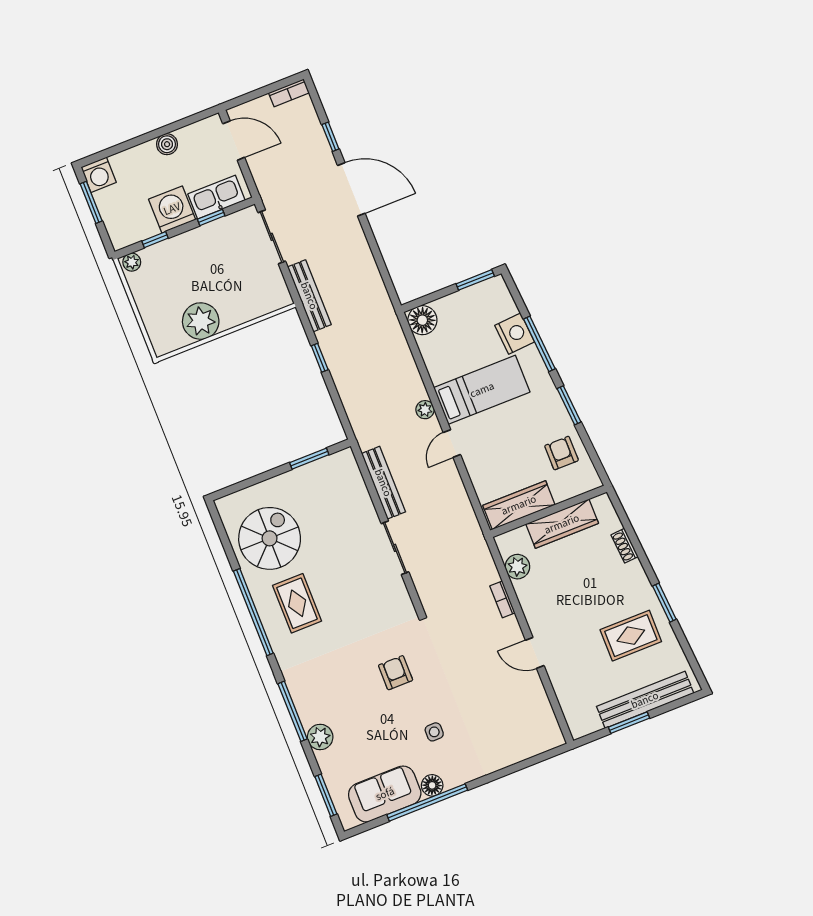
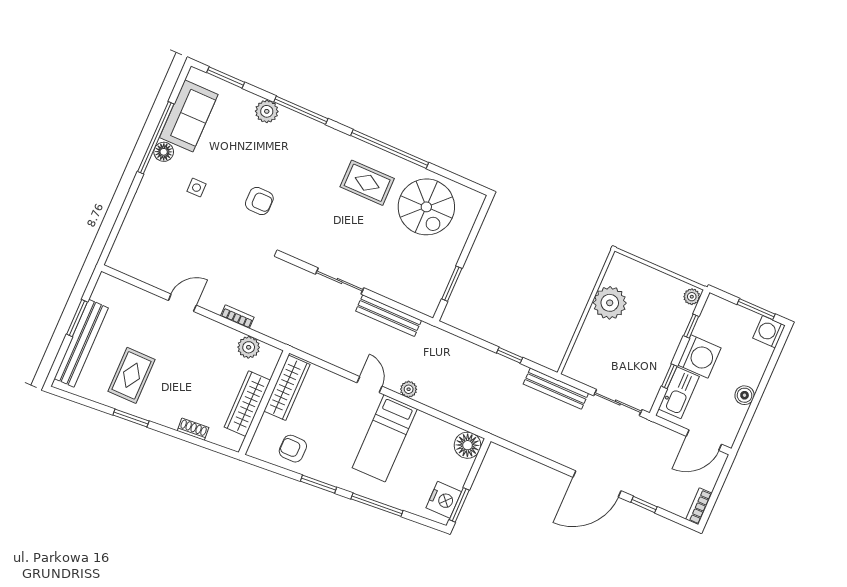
nightstand: (515, 334) -> (444, 500), moved, turned -86
armchair: (561, 453) -> (293, 449), turned 180

